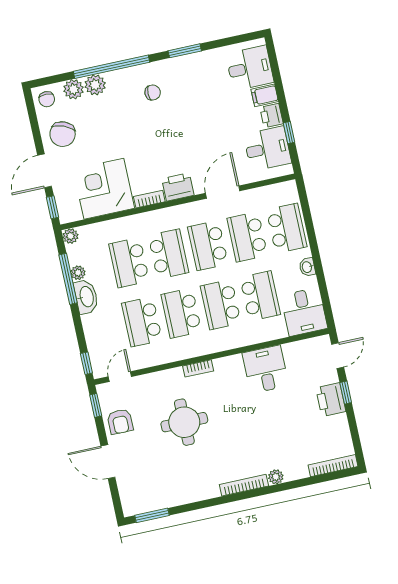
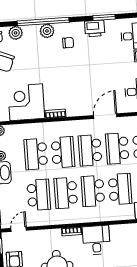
window: (185, 51) -> (104, 17), moved
plant: (95, 85) -> (47, 31), moved
printer: (178, 187) -> (95, 28), moved, turned 180
school desk: (142, 322) -> (39, 195), turned 180
desk: (266, 369) -> (96, 240), moved

